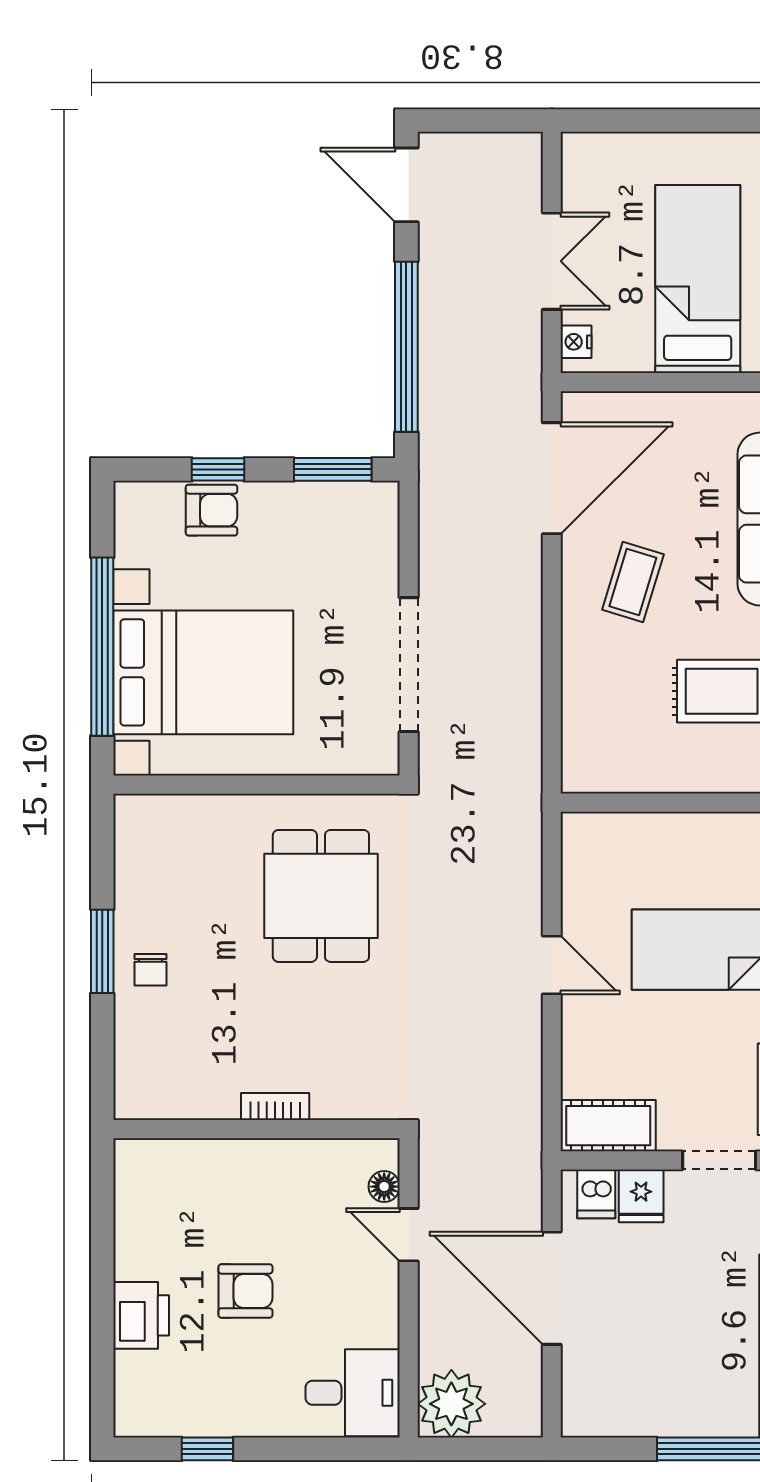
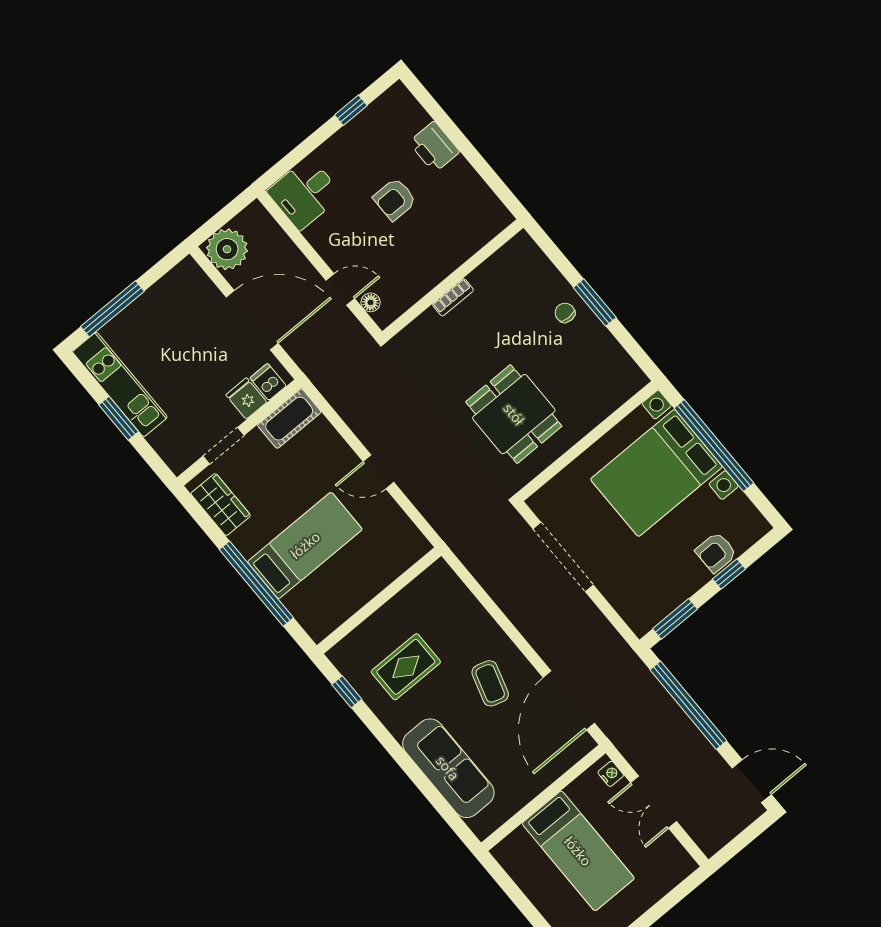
plant: (451, 1404) -> (227, 249), moved

